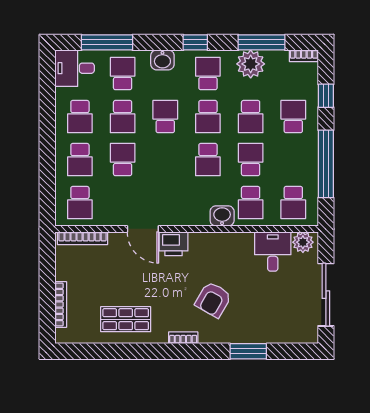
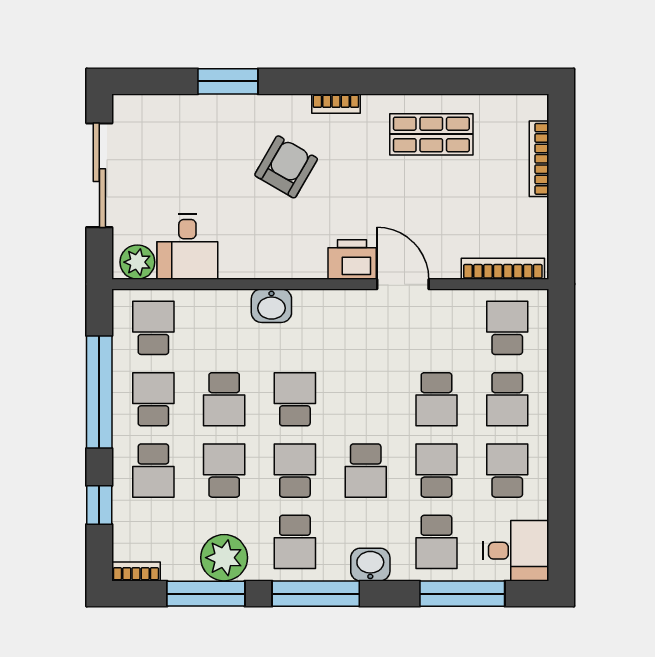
window: (195, 42) -> (316, 594), width x2.17
school desk: (80, 160) -> (507, 399), turned 180
school desk: (251, 203) -> (153, 399), moved

